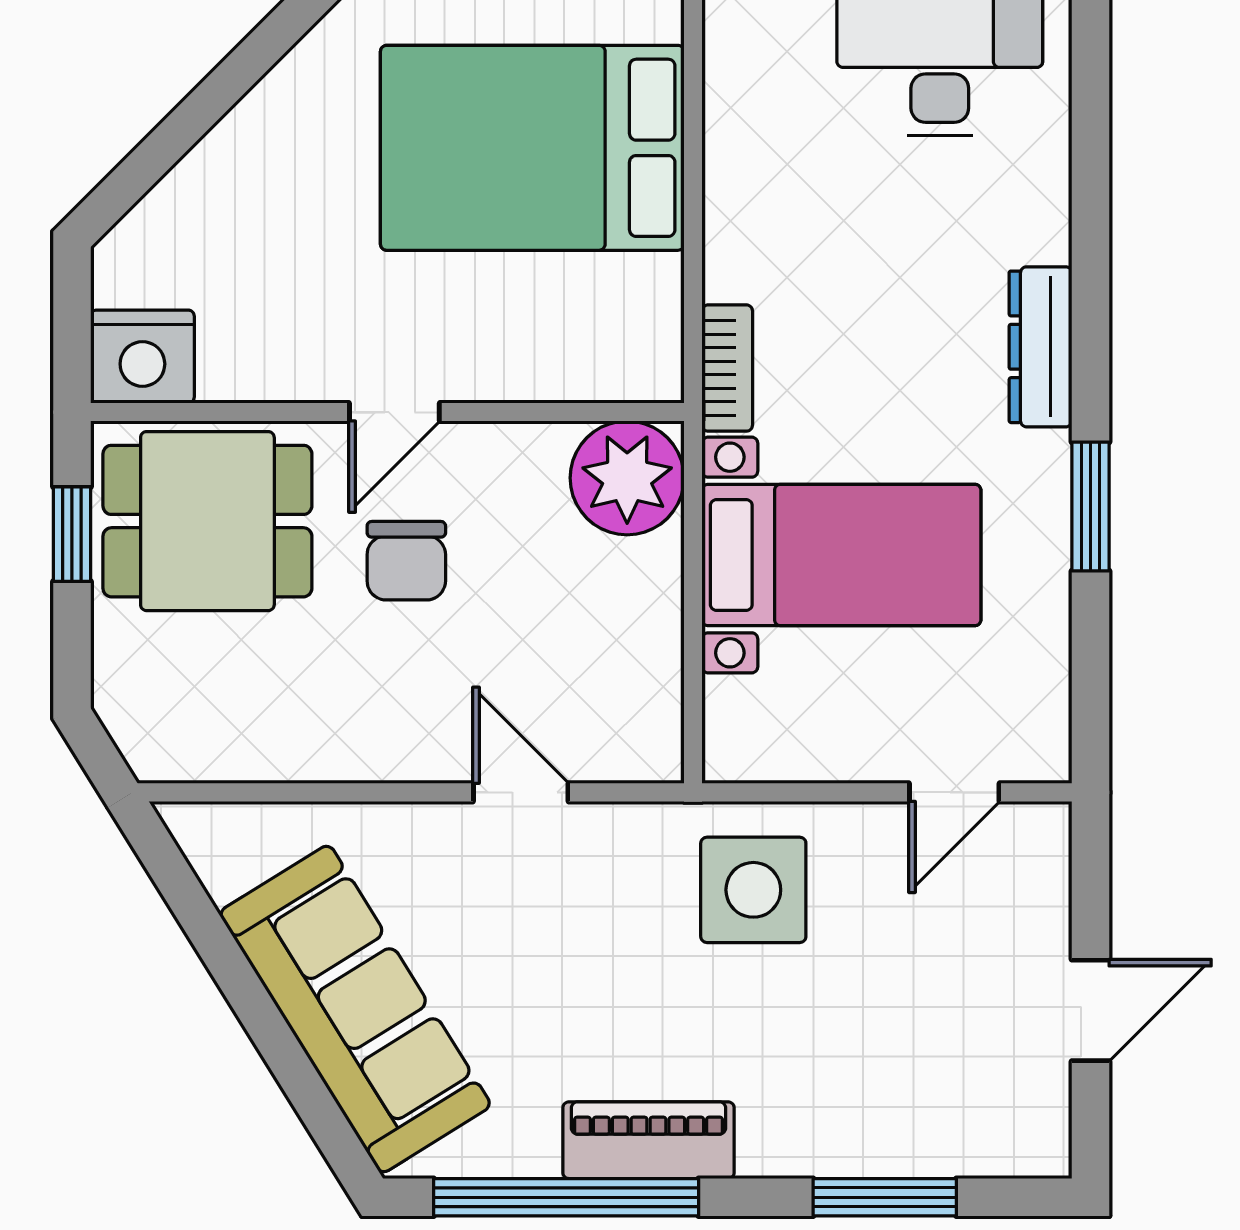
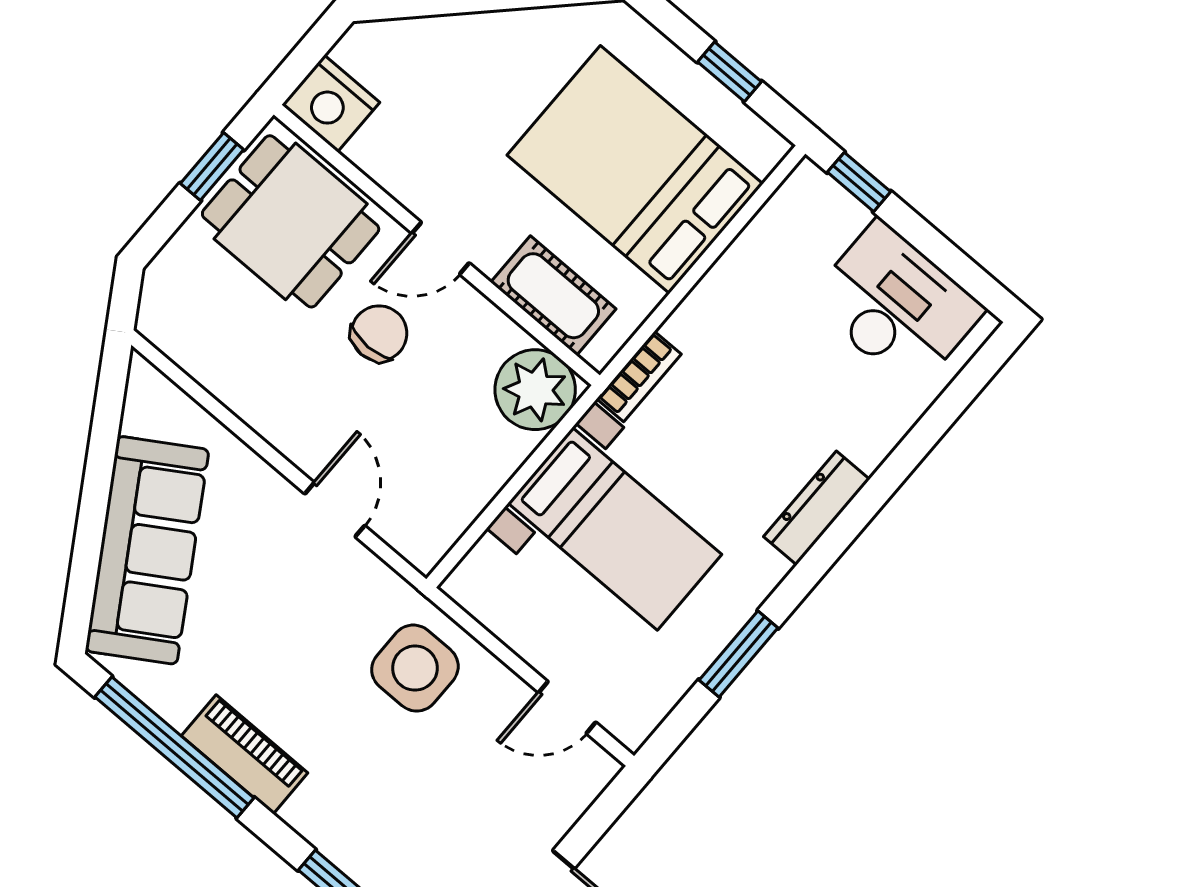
cot: (560, 359) -> (553, 296), added
window: (1090, 507) -> (739, 654), moved
chair: (406, 561) -> (379, 333), turned 180

